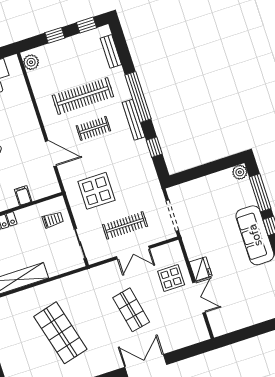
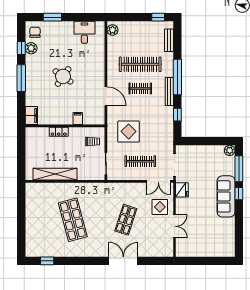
window: (55, 35) -> (135, 17), removed
double door: (133, 253) -> (158, 181), moved
fridge: (201, 269) -> (182, 190), moved
shop shelf: (131, 310) -> (126, 220), turned 30

